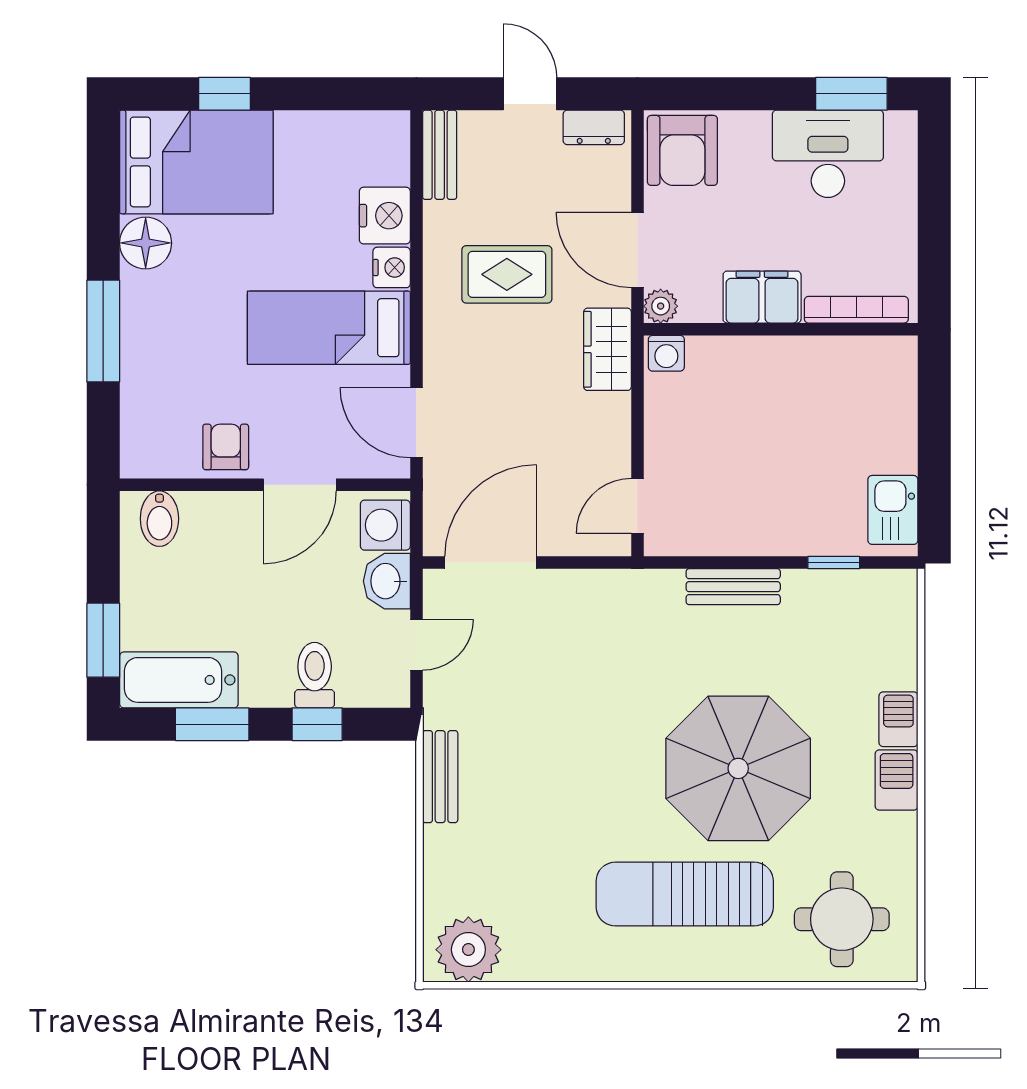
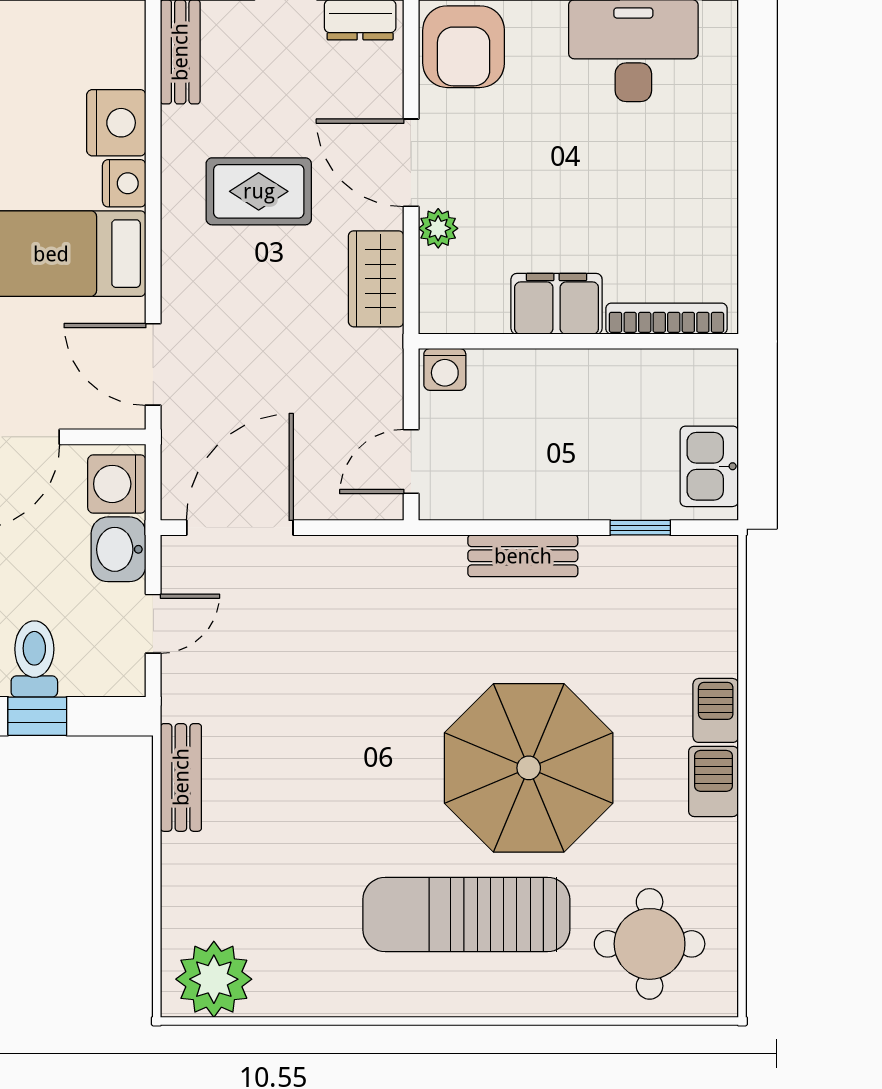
filing cabinet: (762, 297) -> (557, 304), moved
bookcase: (856, 310) -> (667, 319), moved
wall: (781, 329) -> (578, 341), moved
washing machine: (666, 353) -> (445, 369), moved

